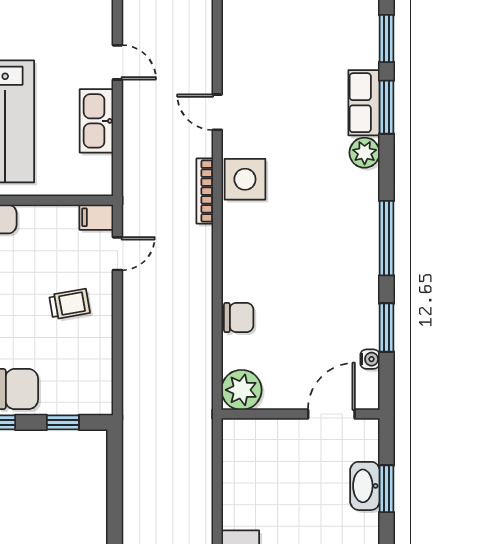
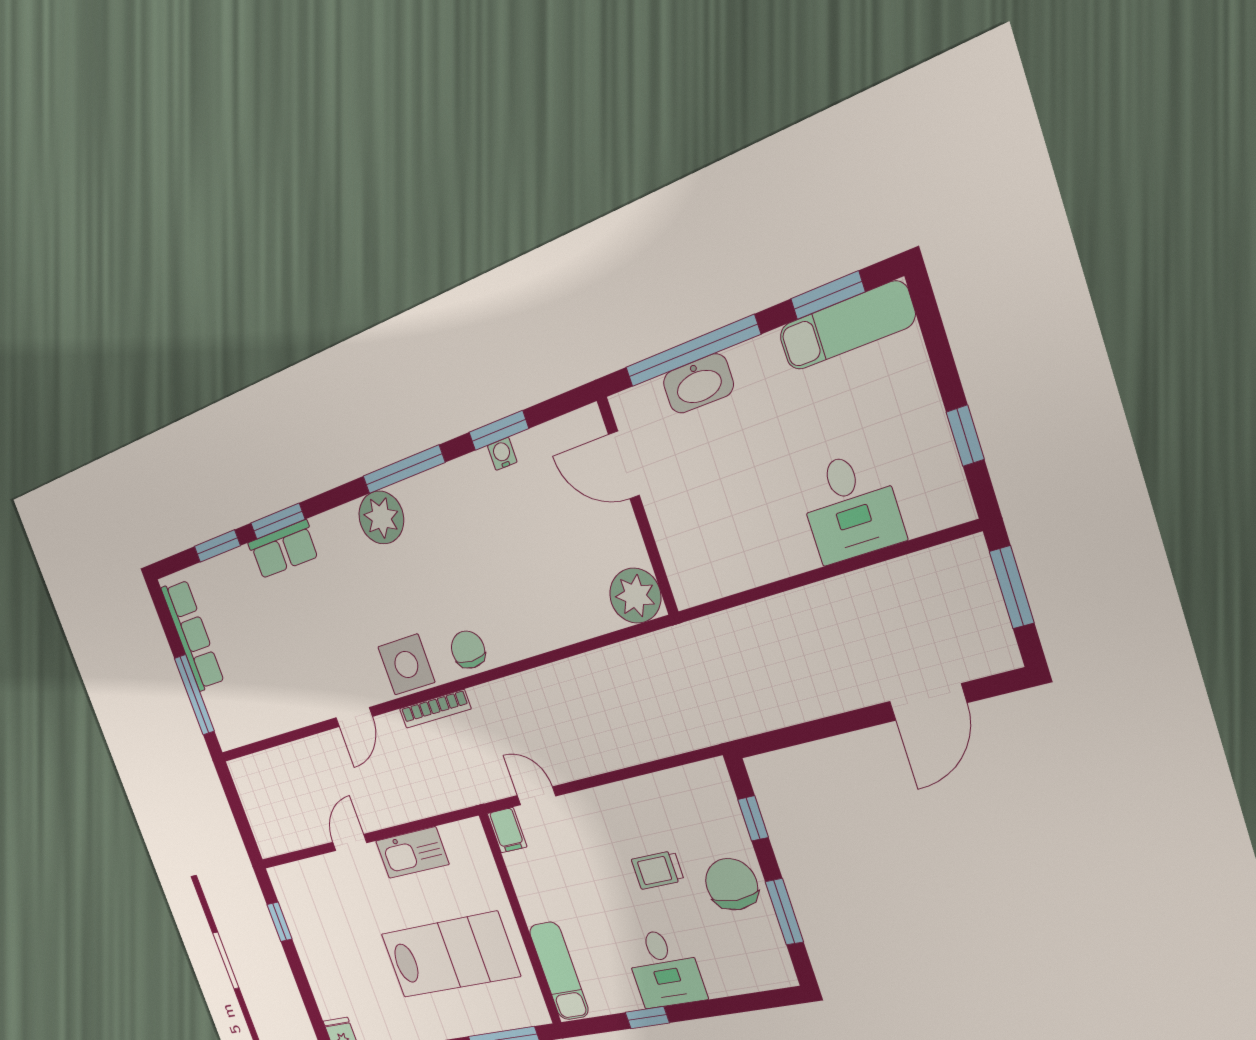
plant: (365, 153) -> (381, 518), moved, width x1.36, depth x1.36
trolley: (69, 304) -> (658, 870), moved, turned -80
chair: (239, 317) -> (468, 650), moved
water cooler: (370, 359) -> (502, 454), moved
window: (387, 489) -> (692, 351), width x2.11

